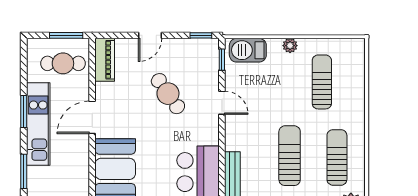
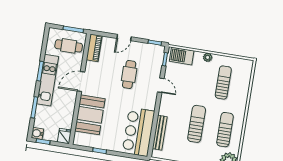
cafe table: (168, 94) -> (129, 74), turned 35

